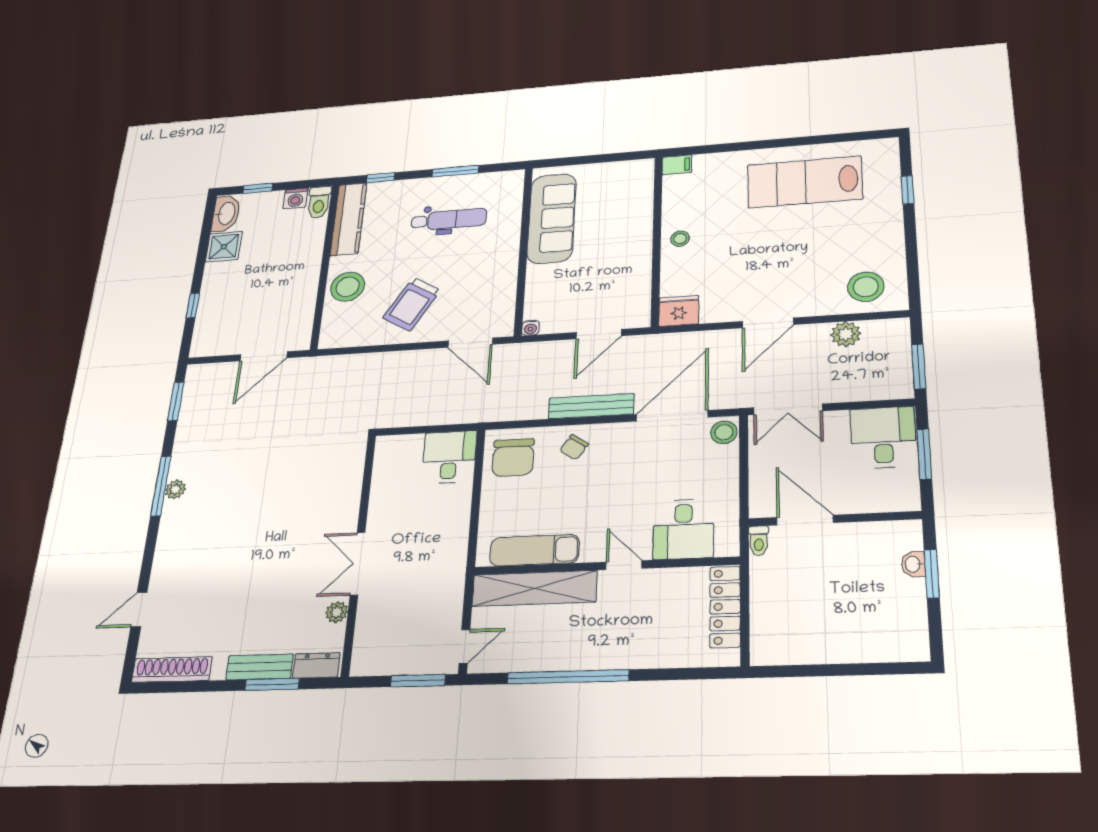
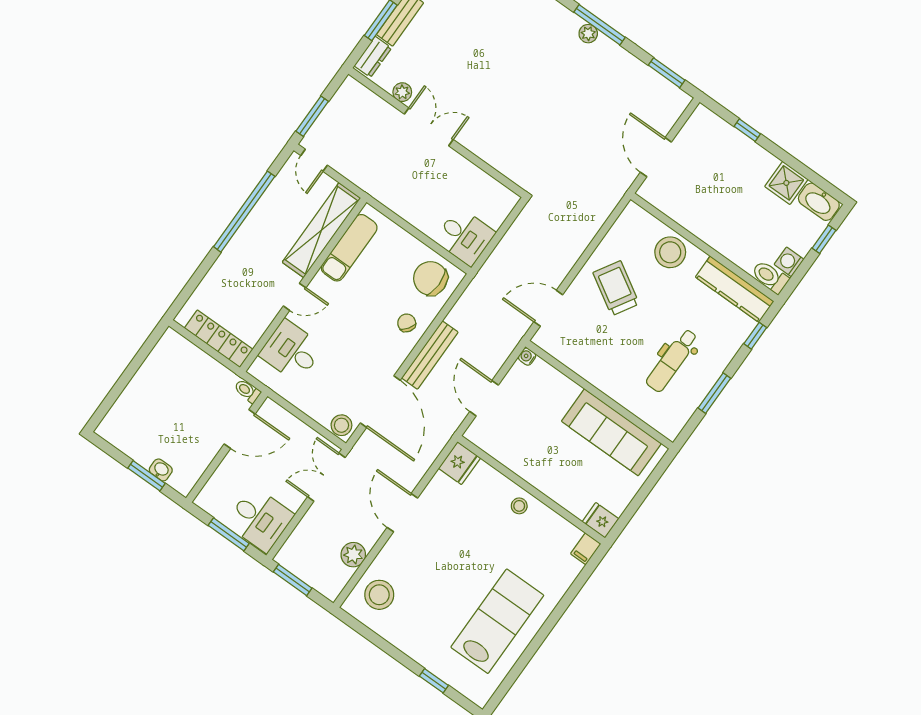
fridge: (641, 172) -> (600, 520), added

